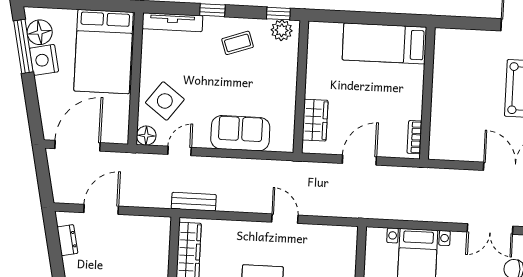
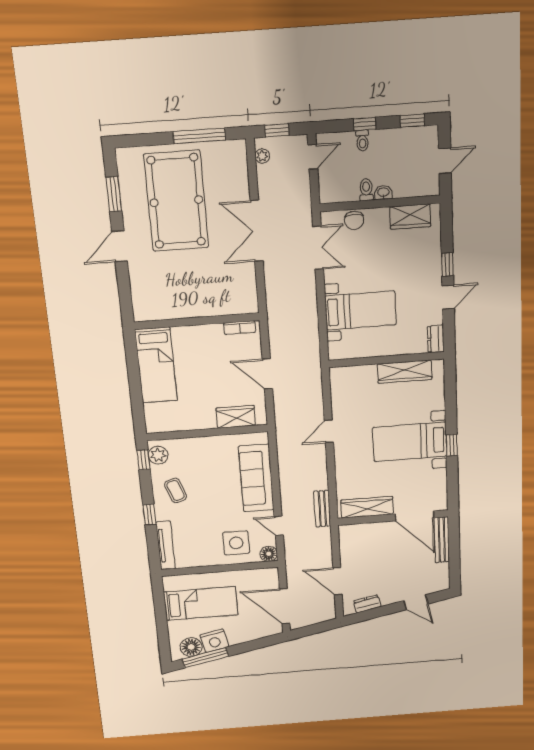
bed: (104, 52) -> (201, 603), width x0.67
side table: (165, 101) -> (236, 543), turned -37
sofa: (240, 133) -> (256, 478), width x1.36

